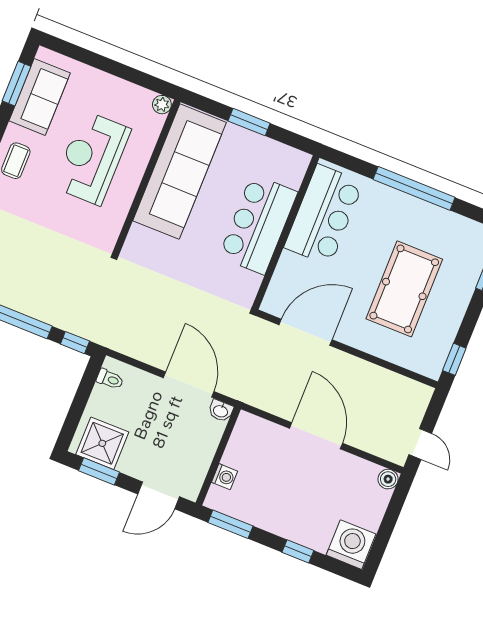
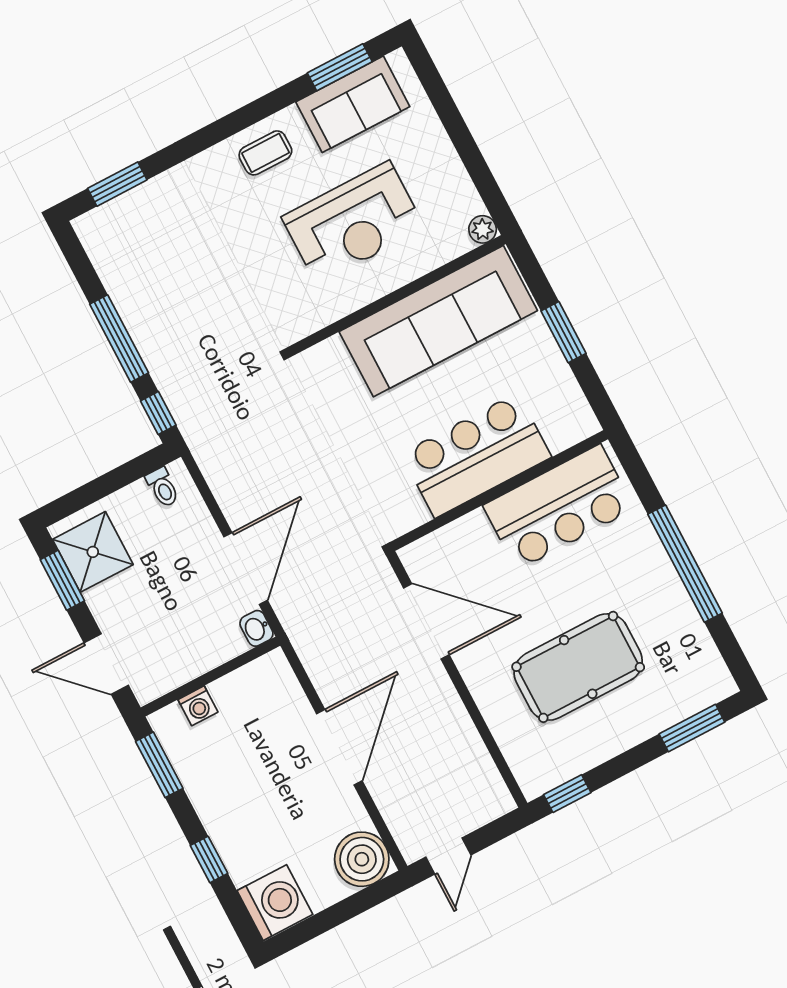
reception desk: (92, 158) -> (353, 223), turned 180
boiler: (388, 479) -> (362, 859), width x1.86, depth x1.86

